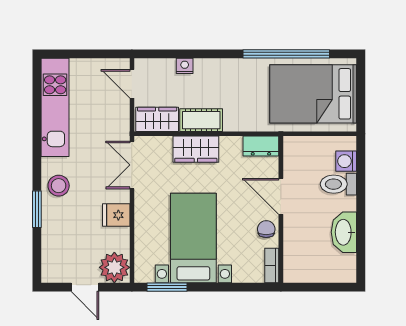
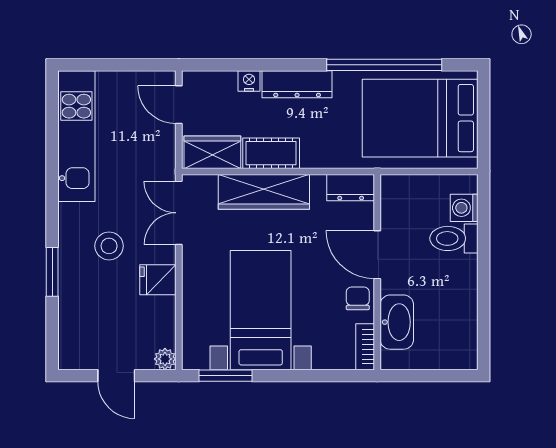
dresser: (221, 68) -> (297, 84), added
wardrobe: (196, 149) -> (264, 192), width x1.50
stool: (59, 186) -> (109, 246), moved
washbasin: (344, 232) -> (397, 322), moved, turned 180
plant: (114, 267) -> (165, 359), width x0.53, depth x0.53

